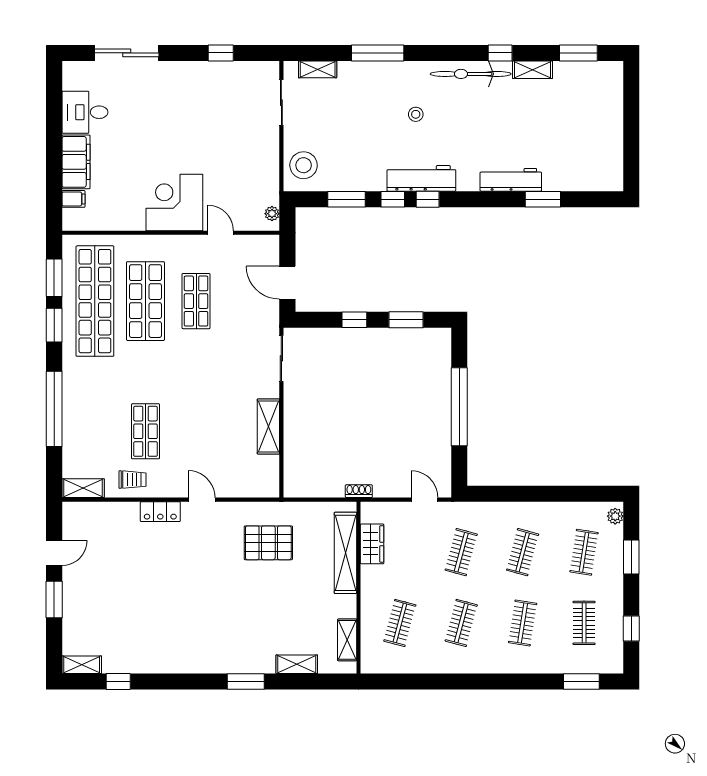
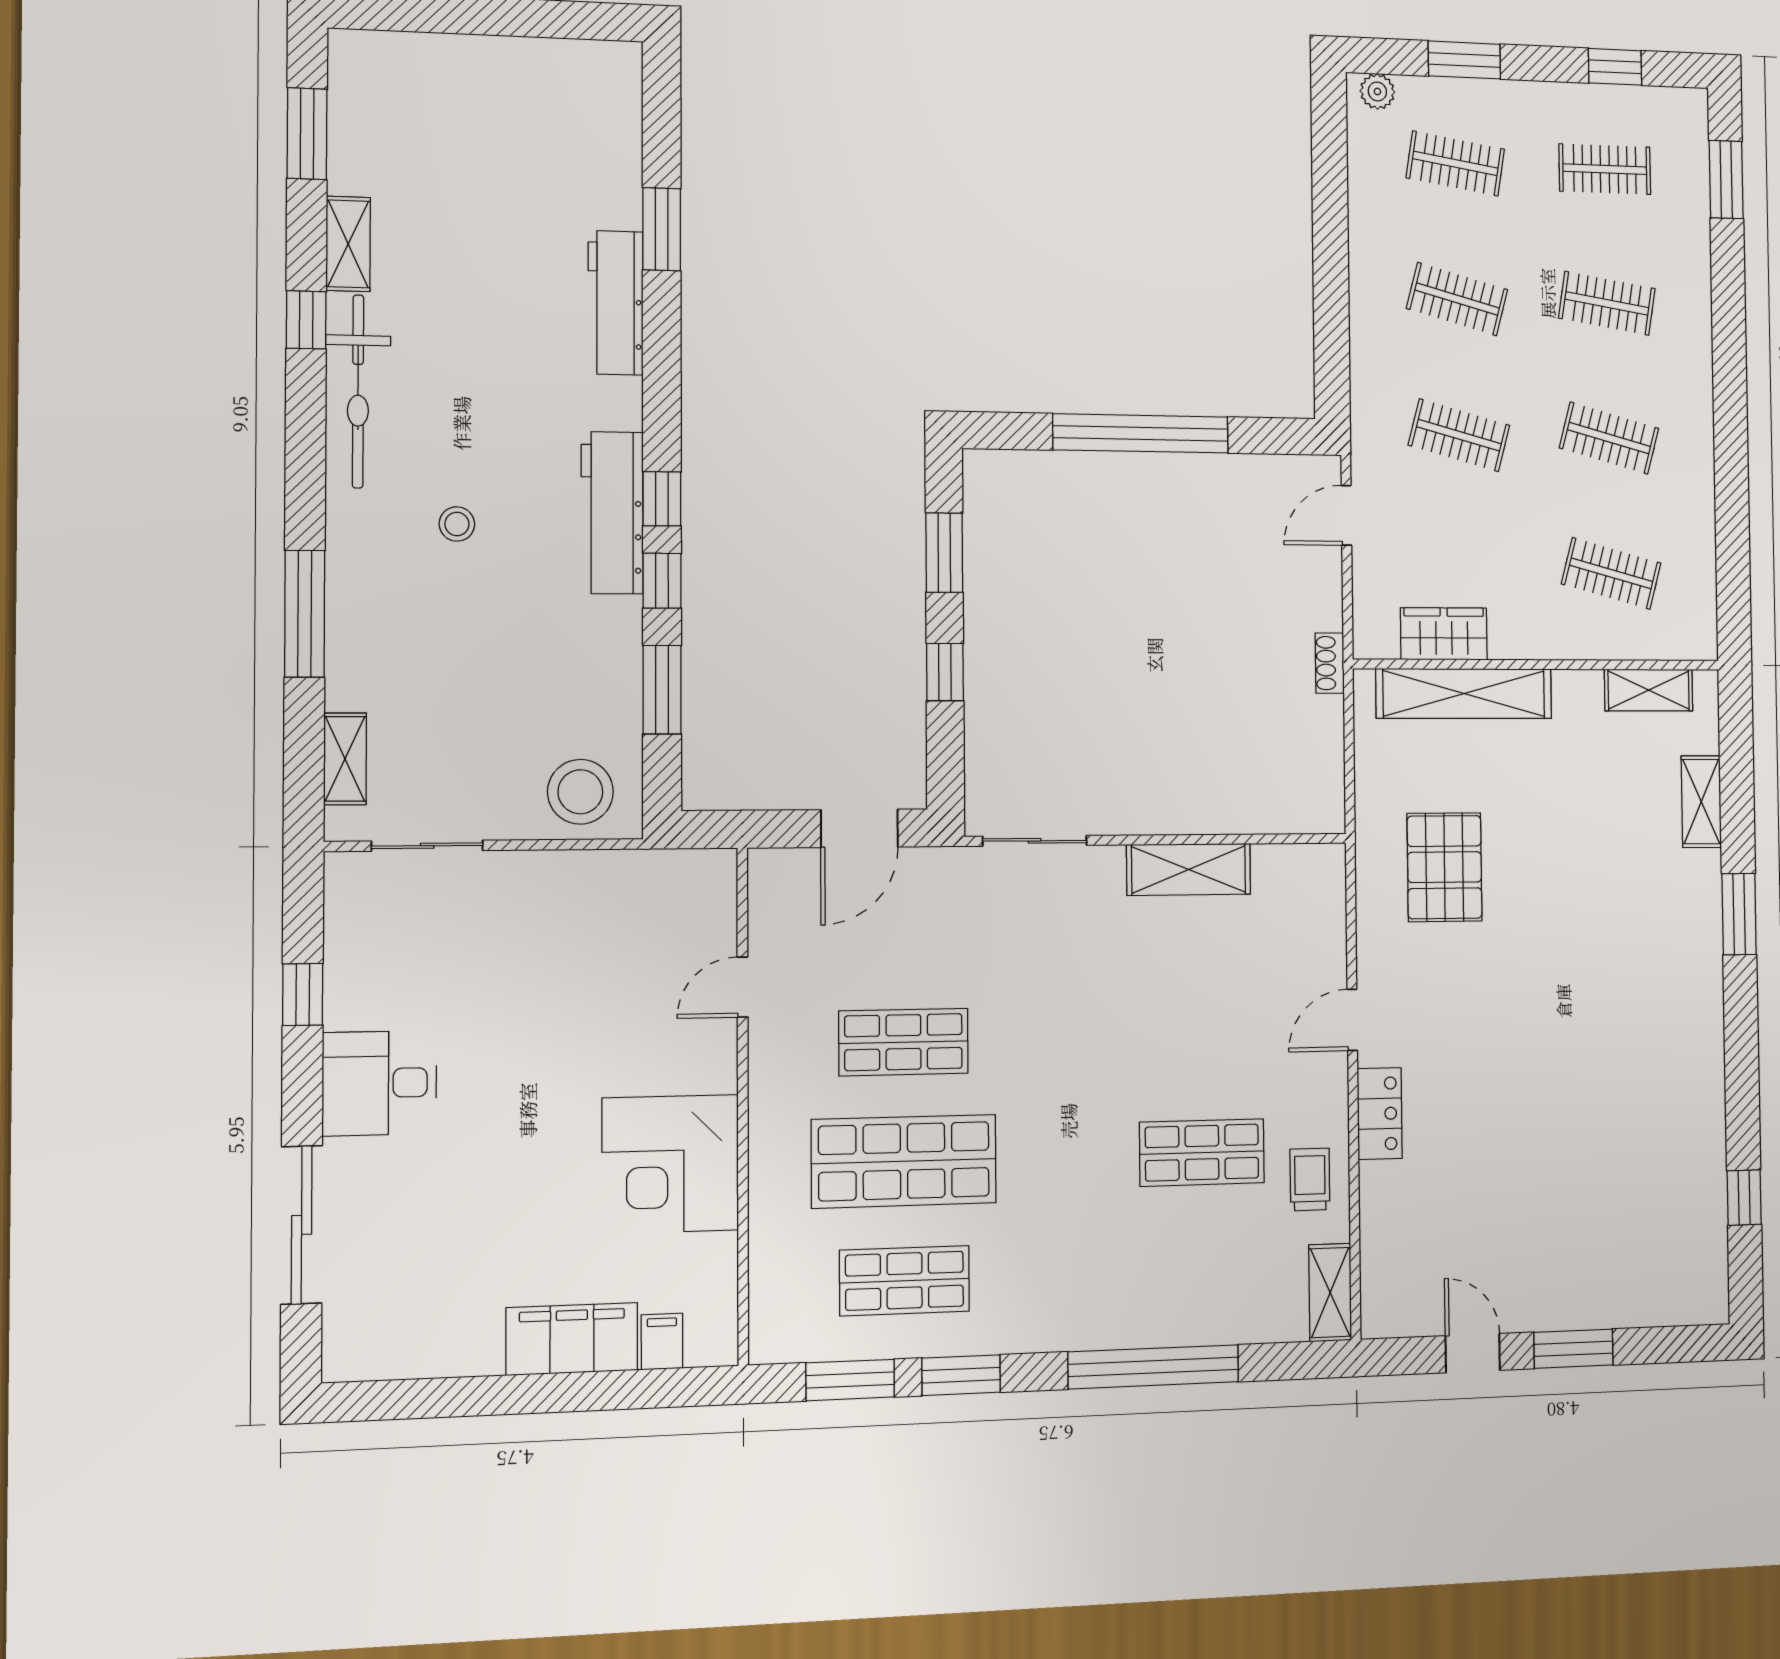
desk: (85, 112) -> (379, 1083), moved, turned 90
corner desk: (174, 202) -> (670, 1164), moved
plant: (272, 214) -> (697, 866), removed
shop shelf: (95, 301) -> (905, 1281), width x0.50, depth x0.74
shelving: (82, 665) -> (1710, 1281), removed

